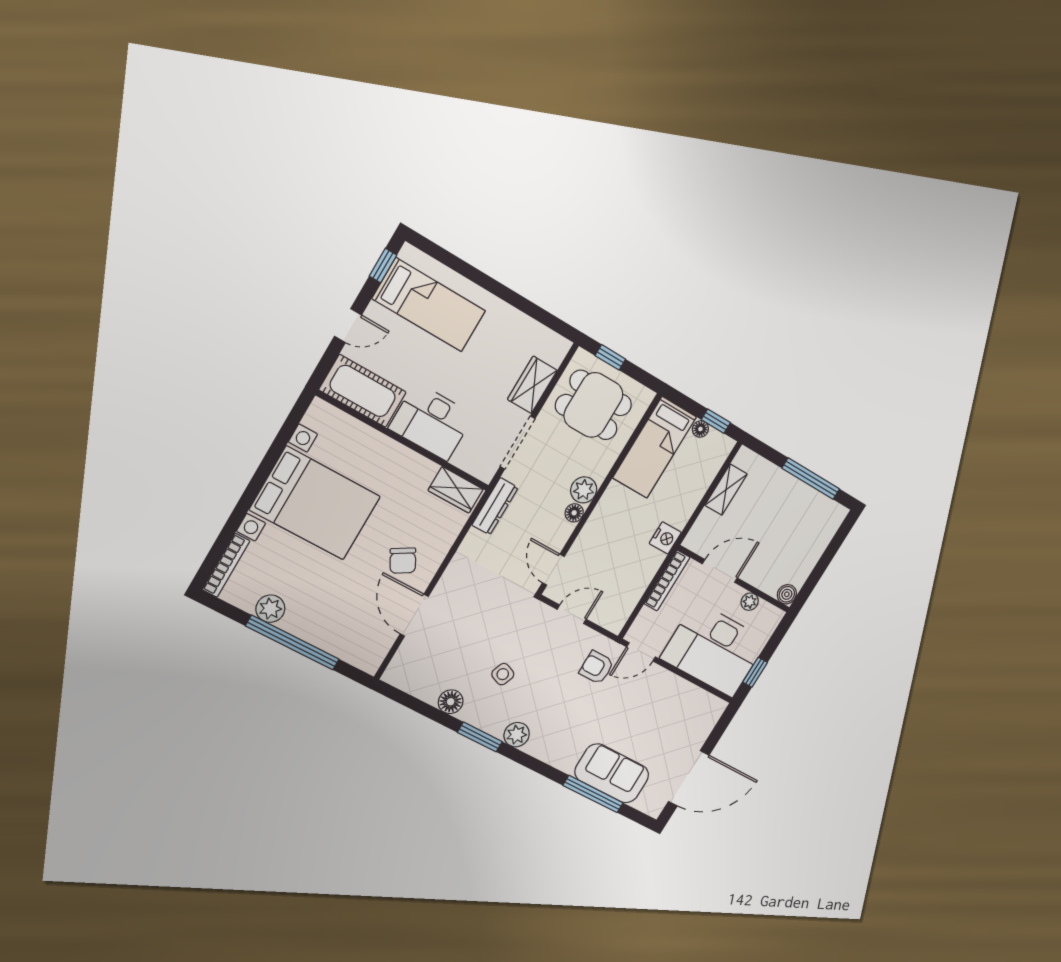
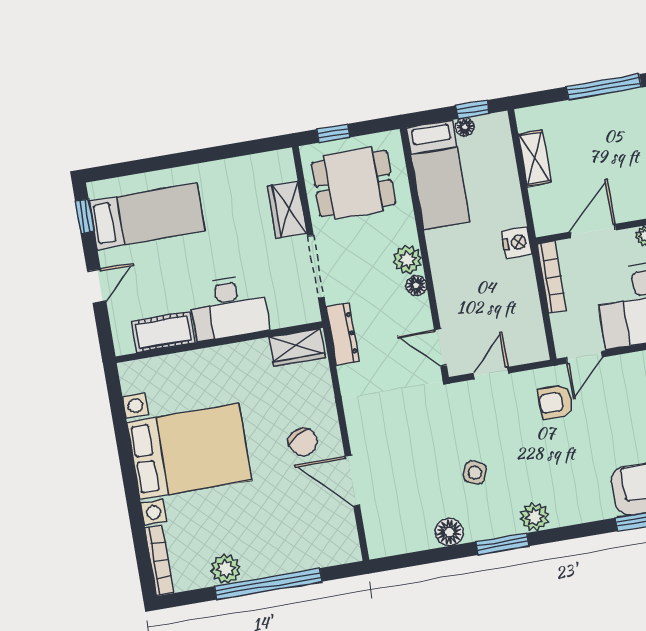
cot: (363, 391) -> (163, 332), width x0.73, depth x0.75

